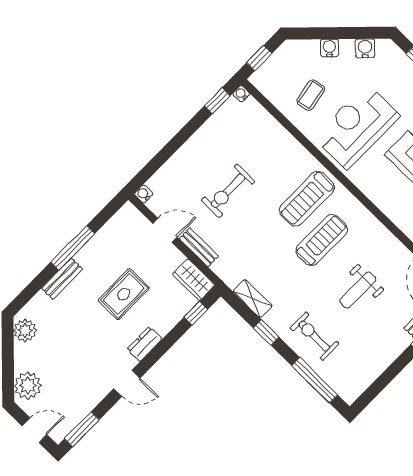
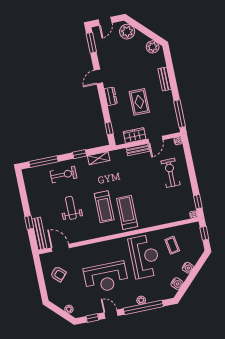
exercise bike: (228, 191) -> (171, 173), moved
window: (73, 248) -> (180, 114), moved
wardrobe: (194, 280) -> (135, 135), moved

